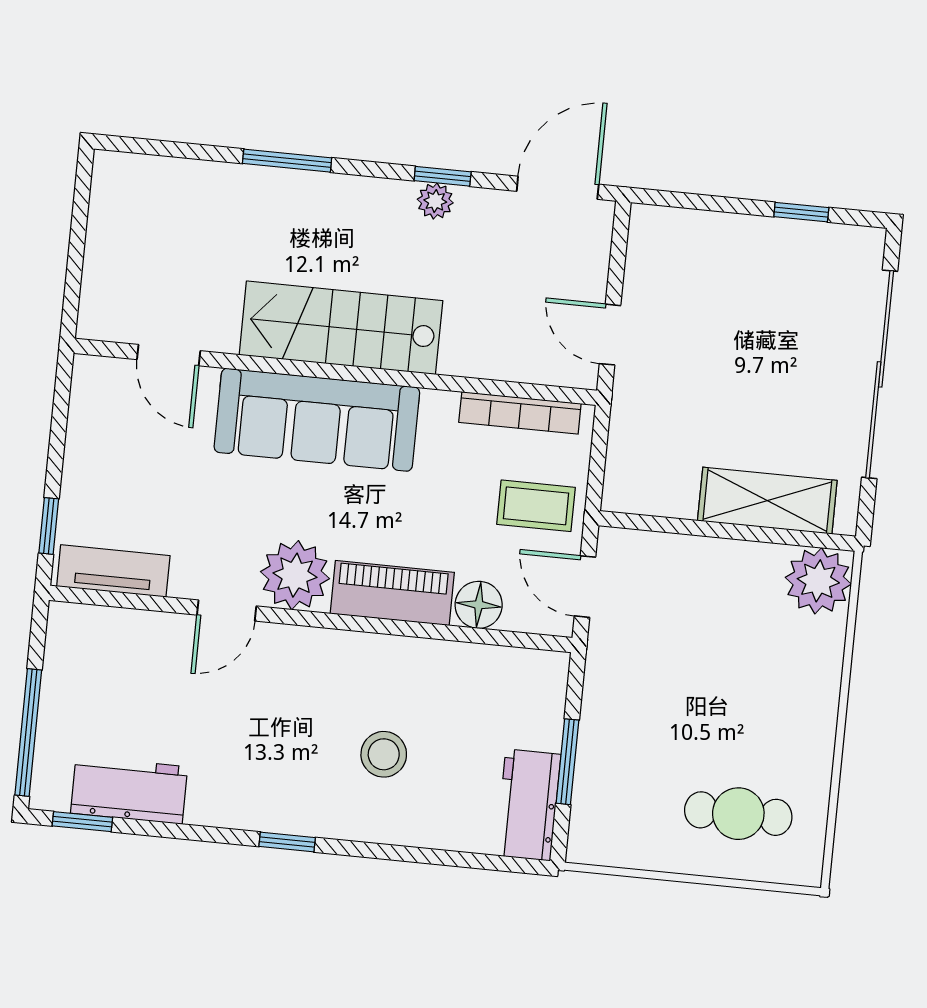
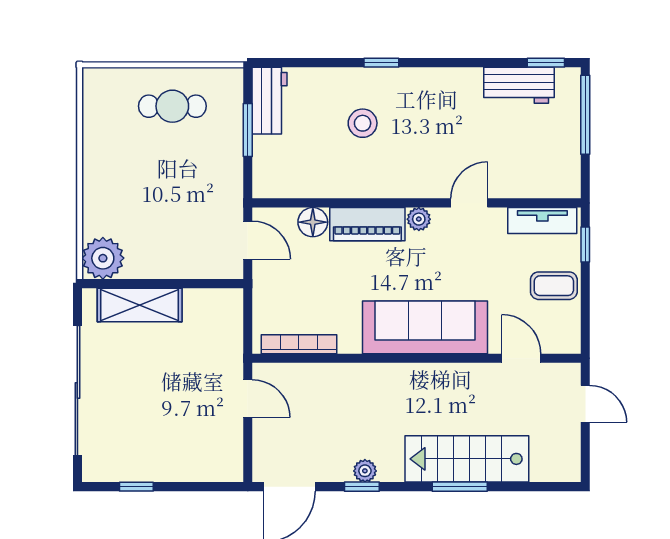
door: (74, 273) -> (585, 404), added
stairs: (341, 328) -> (467, 459), moved, turned 180
coffee table: (536, 506) -> (554, 286), moved
plant: (295, 575) -> (419, 219), width x0.53, depth x0.53
cafe table: (738, 814) -> (172, 106), moved
window: (287, 842) -> (381, 63), moved

